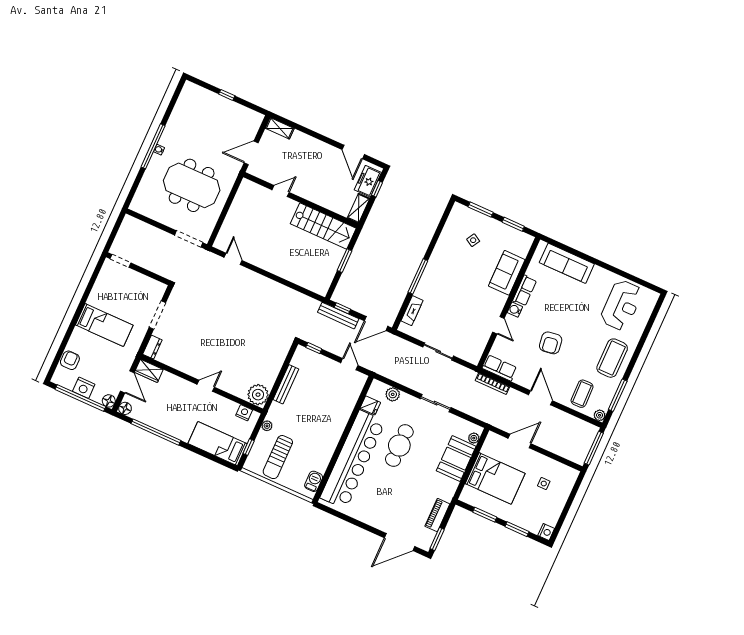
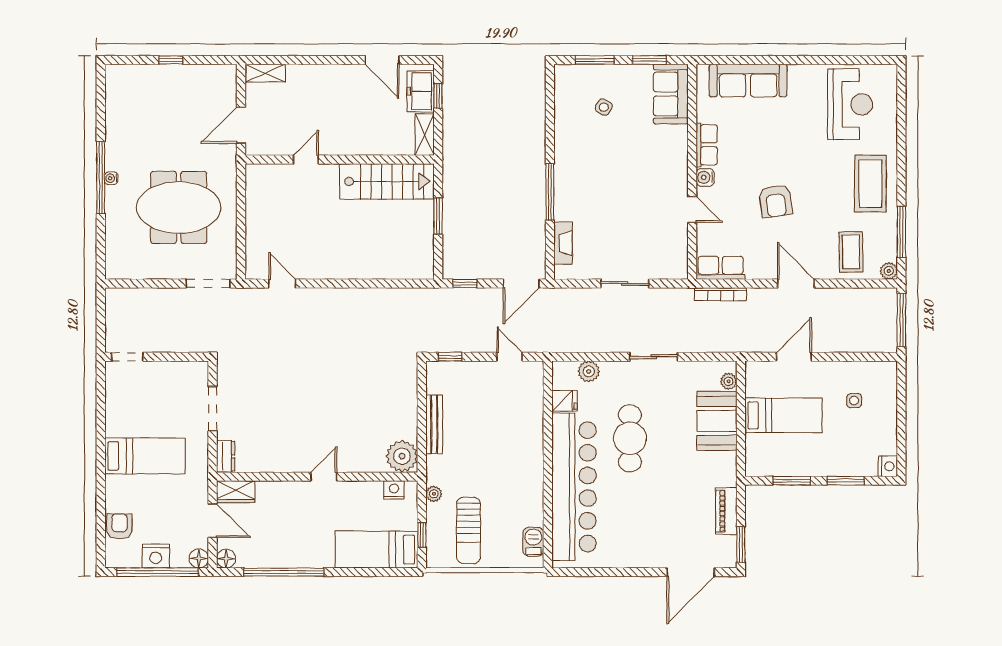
sofa: (507, 273) -> (671, 94), moved
bench: (338, 316) -> (464, 296), removed
bed: (495, 478) -> (783, 415), width x0.67

